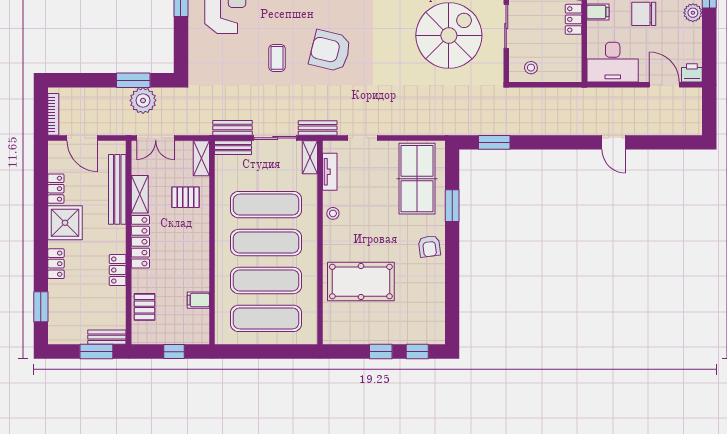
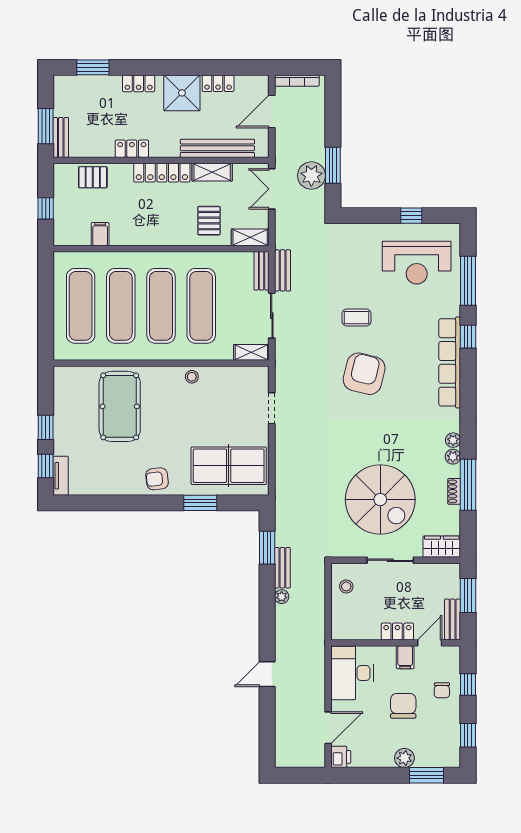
bench: (318, 128) -> (282, 568), moved
plant: (541, 129) -> (282, 597), added
tv unit: (330, 172) -> (61, 476), moved, turned -90

